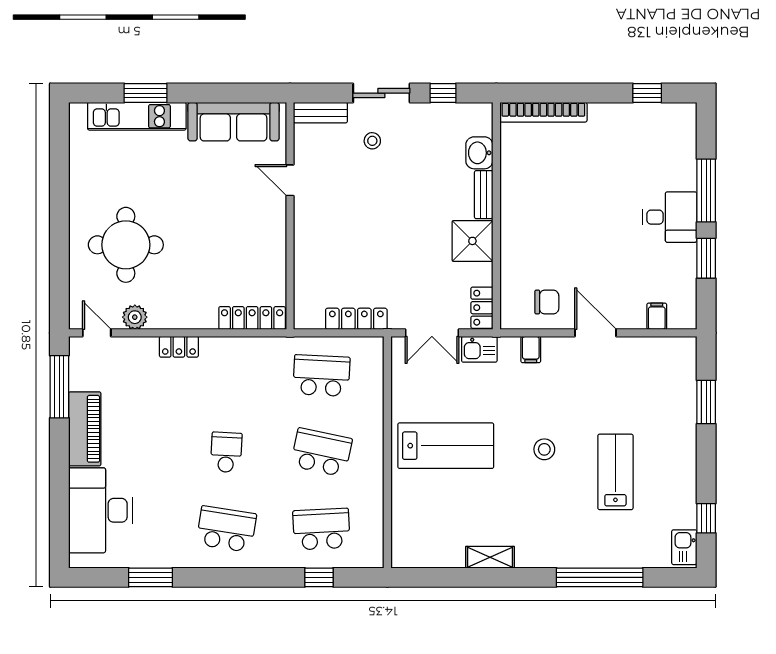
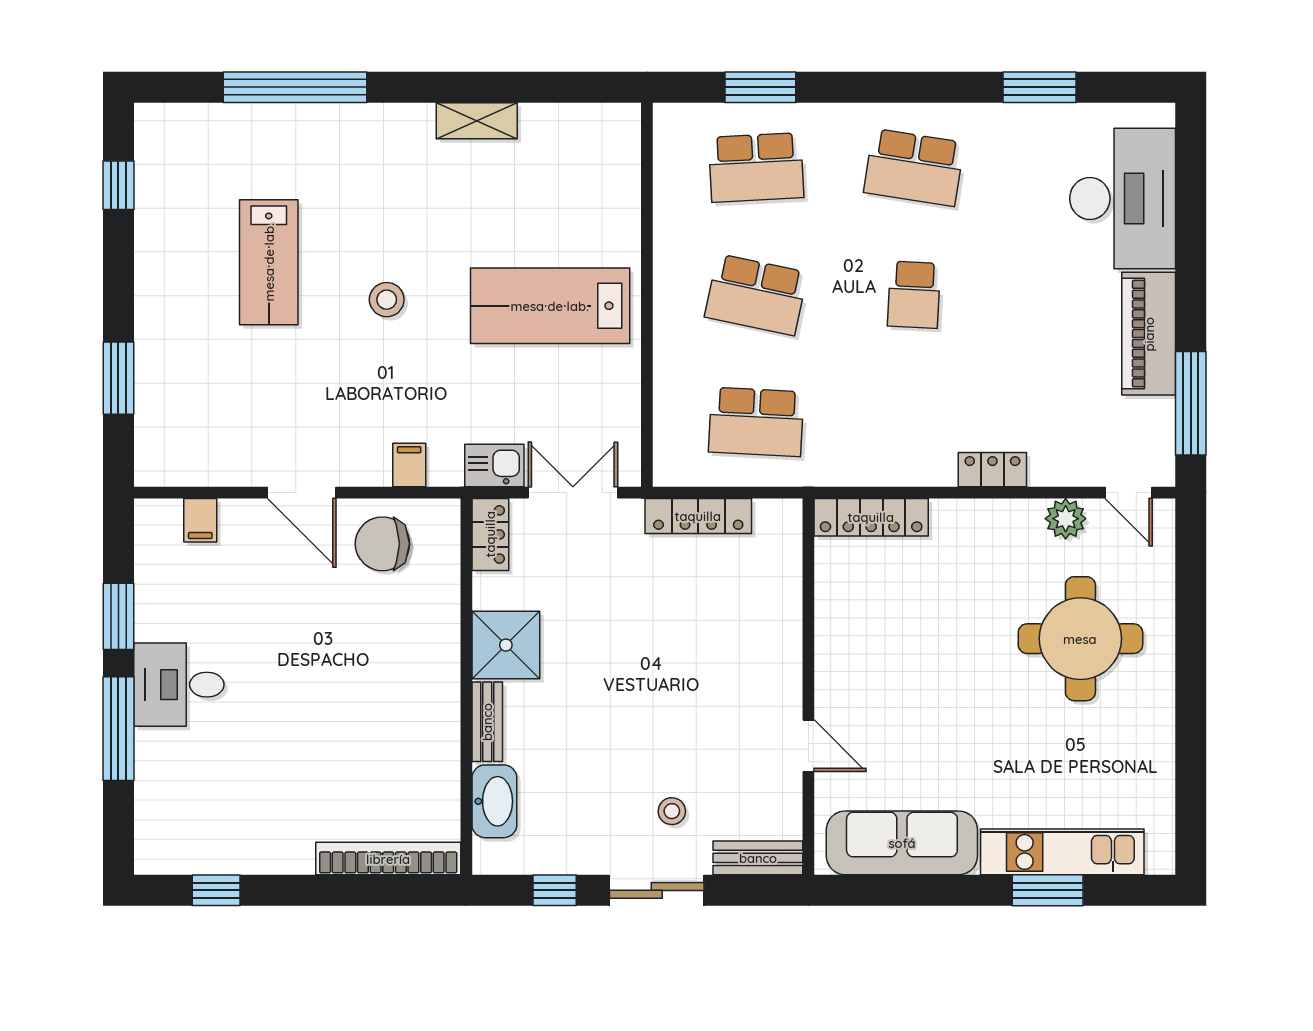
washbasin: (479, 153) -> (494, 801), width x1.38
chair: (547, 302) -> (382, 544), width x1.37, depth x1.37
kitchen sink: (684, 547) -> (155, 137), removed
window: (319, 577) -> (760, 87), width x1.50

